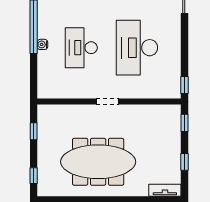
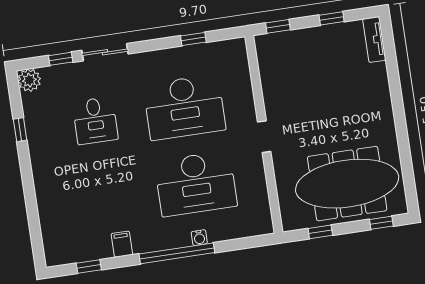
desk: (81, 48) -> (196, 184), width x1.36, depth x1.30
window: (185, 85) -> (193, 39), moved
meeting table: (98, 162) -> (347, 184), moved, turned 90

